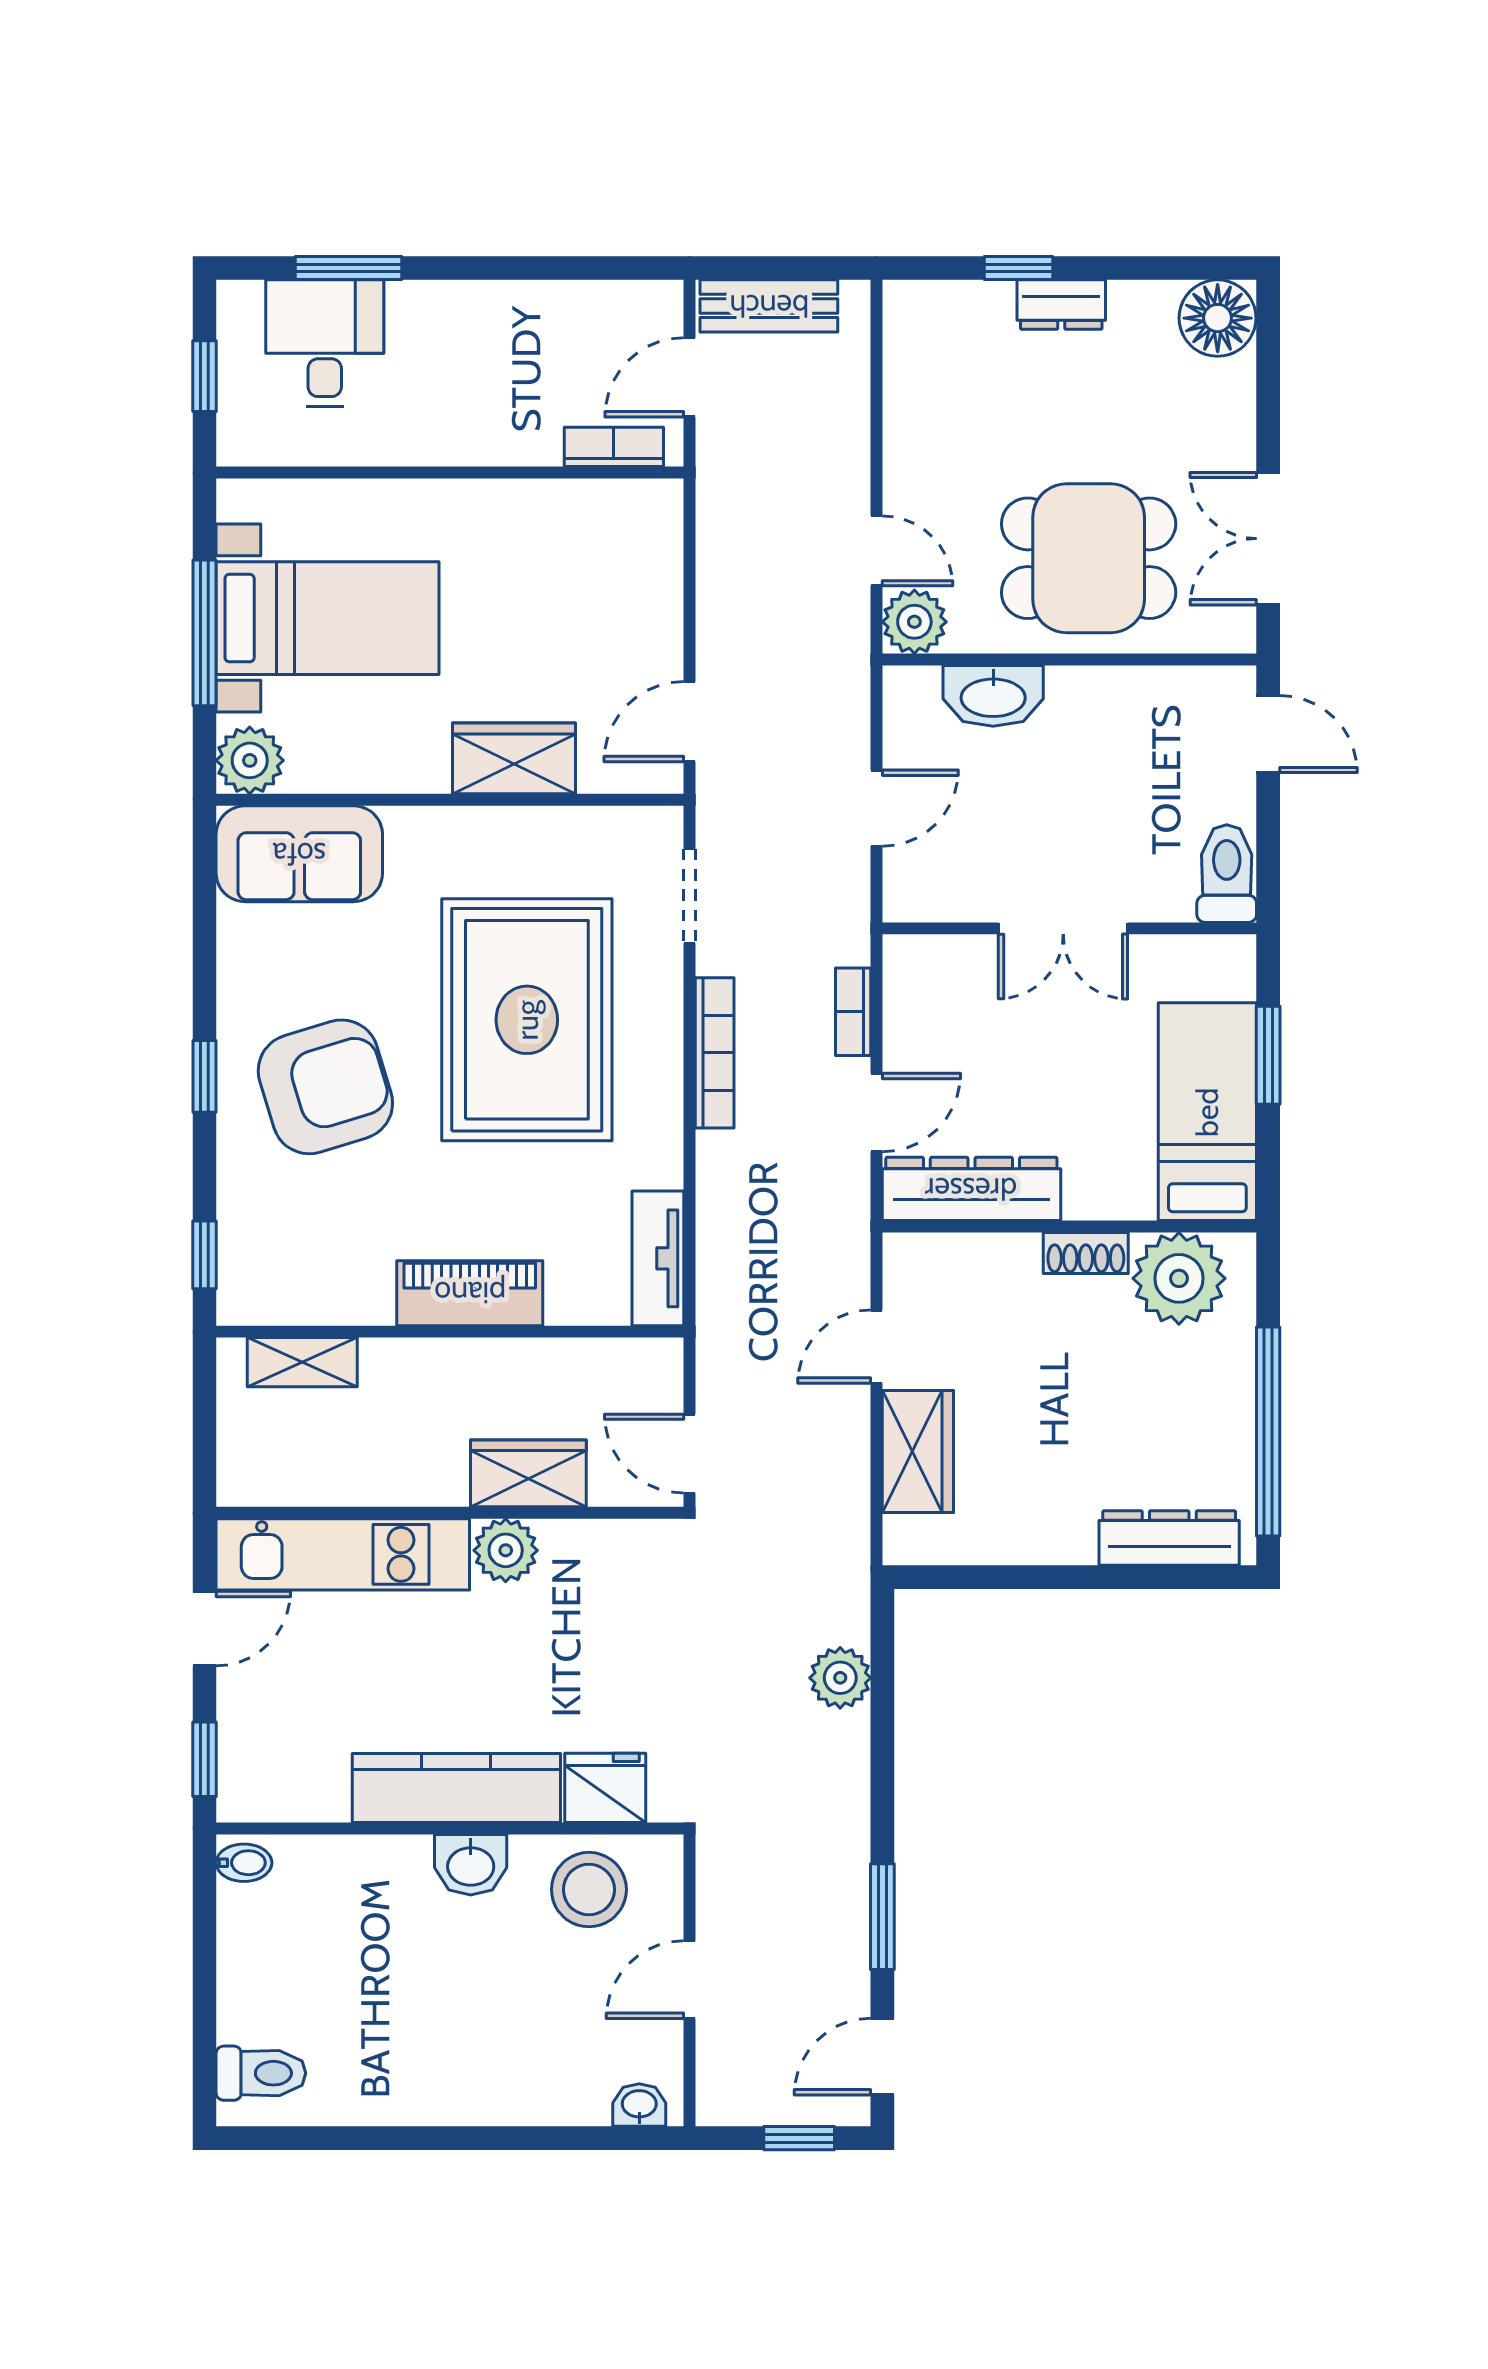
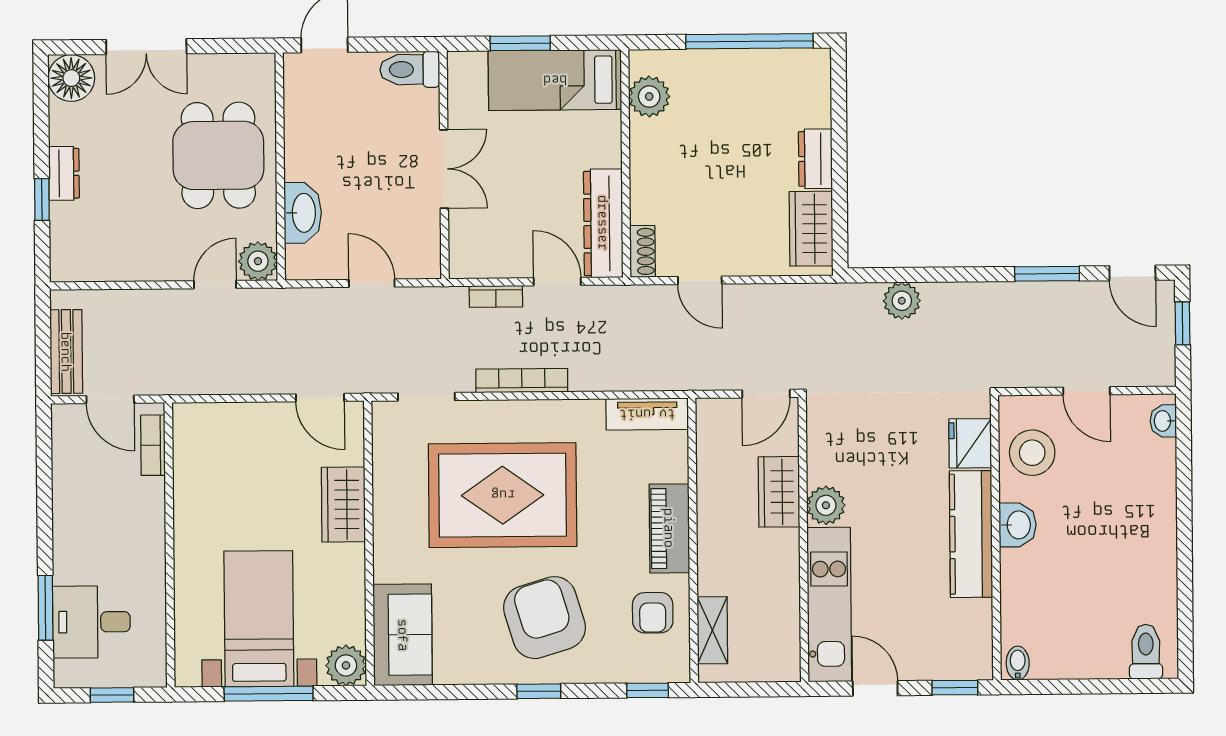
double door: (1268, 539) -> (146, 47), moved
shoe rack: (1086, 1253) -> (642, 251), moved
armchair: (332, 1264) -> (653, 613), added
plant: (1179, 1278) -> (649, 97), width x0.73, depth x0.73
wardrobe: (918, 1452) -> (811, 229), moved, turned -90
dresser: (1169, 1538) -> (815, 159), moved, width x0.70

